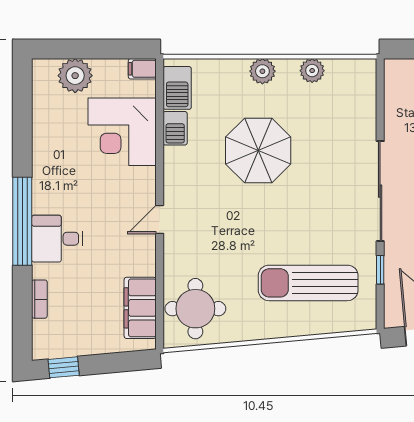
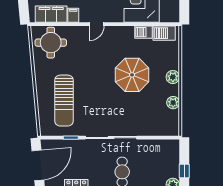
filing cabinet: (142, 69) -> (73, 15), moved
door: (160, 219) -> (97, 24), swing flipped
sun lounger: (308, 283) -> (64, 101), turned 180

